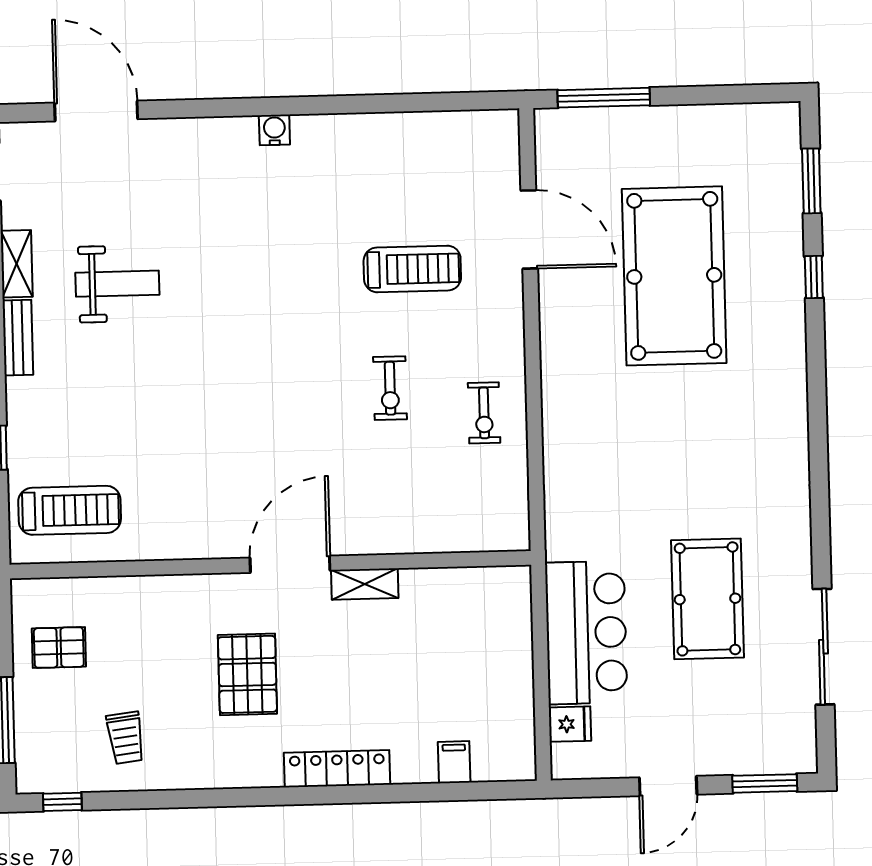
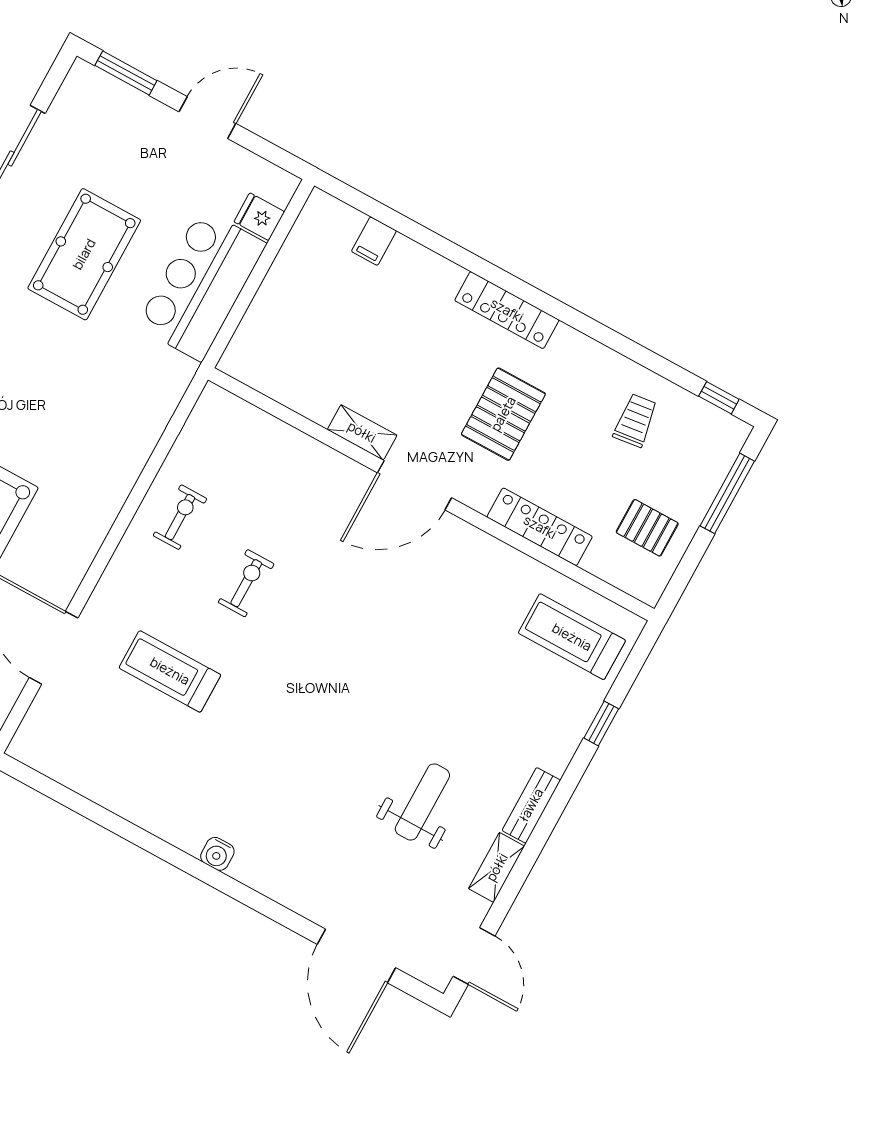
weight bench: (117, 284) -> (422, 802), turned 90
locker: (156, 592) -> (540, 527), added
locker: (337, 769) -> (507, 310), moved

